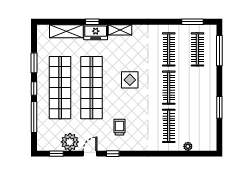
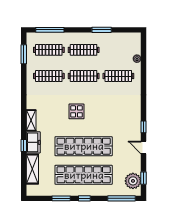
clothes rail: (197, 88) -> (84, 50), added
window: (34, 117) -> (122, 198), moved
trolley: (120, 127) -> (119, 121), removed
plant: (70, 142) -> (133, 181), moved

